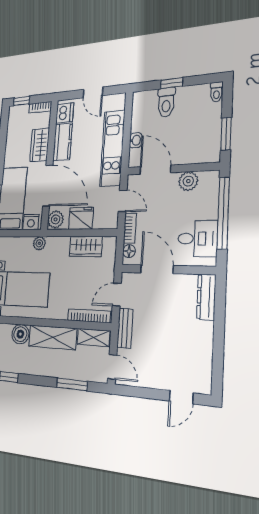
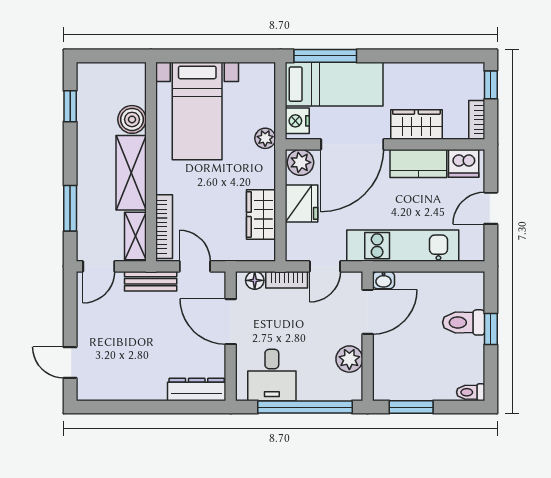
washbasin: (135, 140) -> (384, 280), moved
door: (157, 269) -> (231, 322), swing flipped

